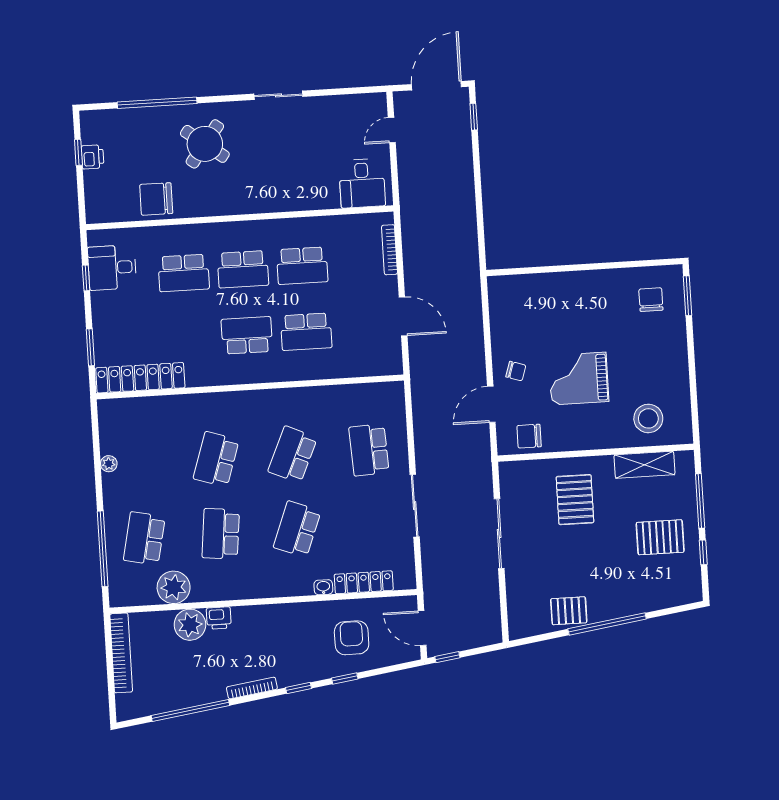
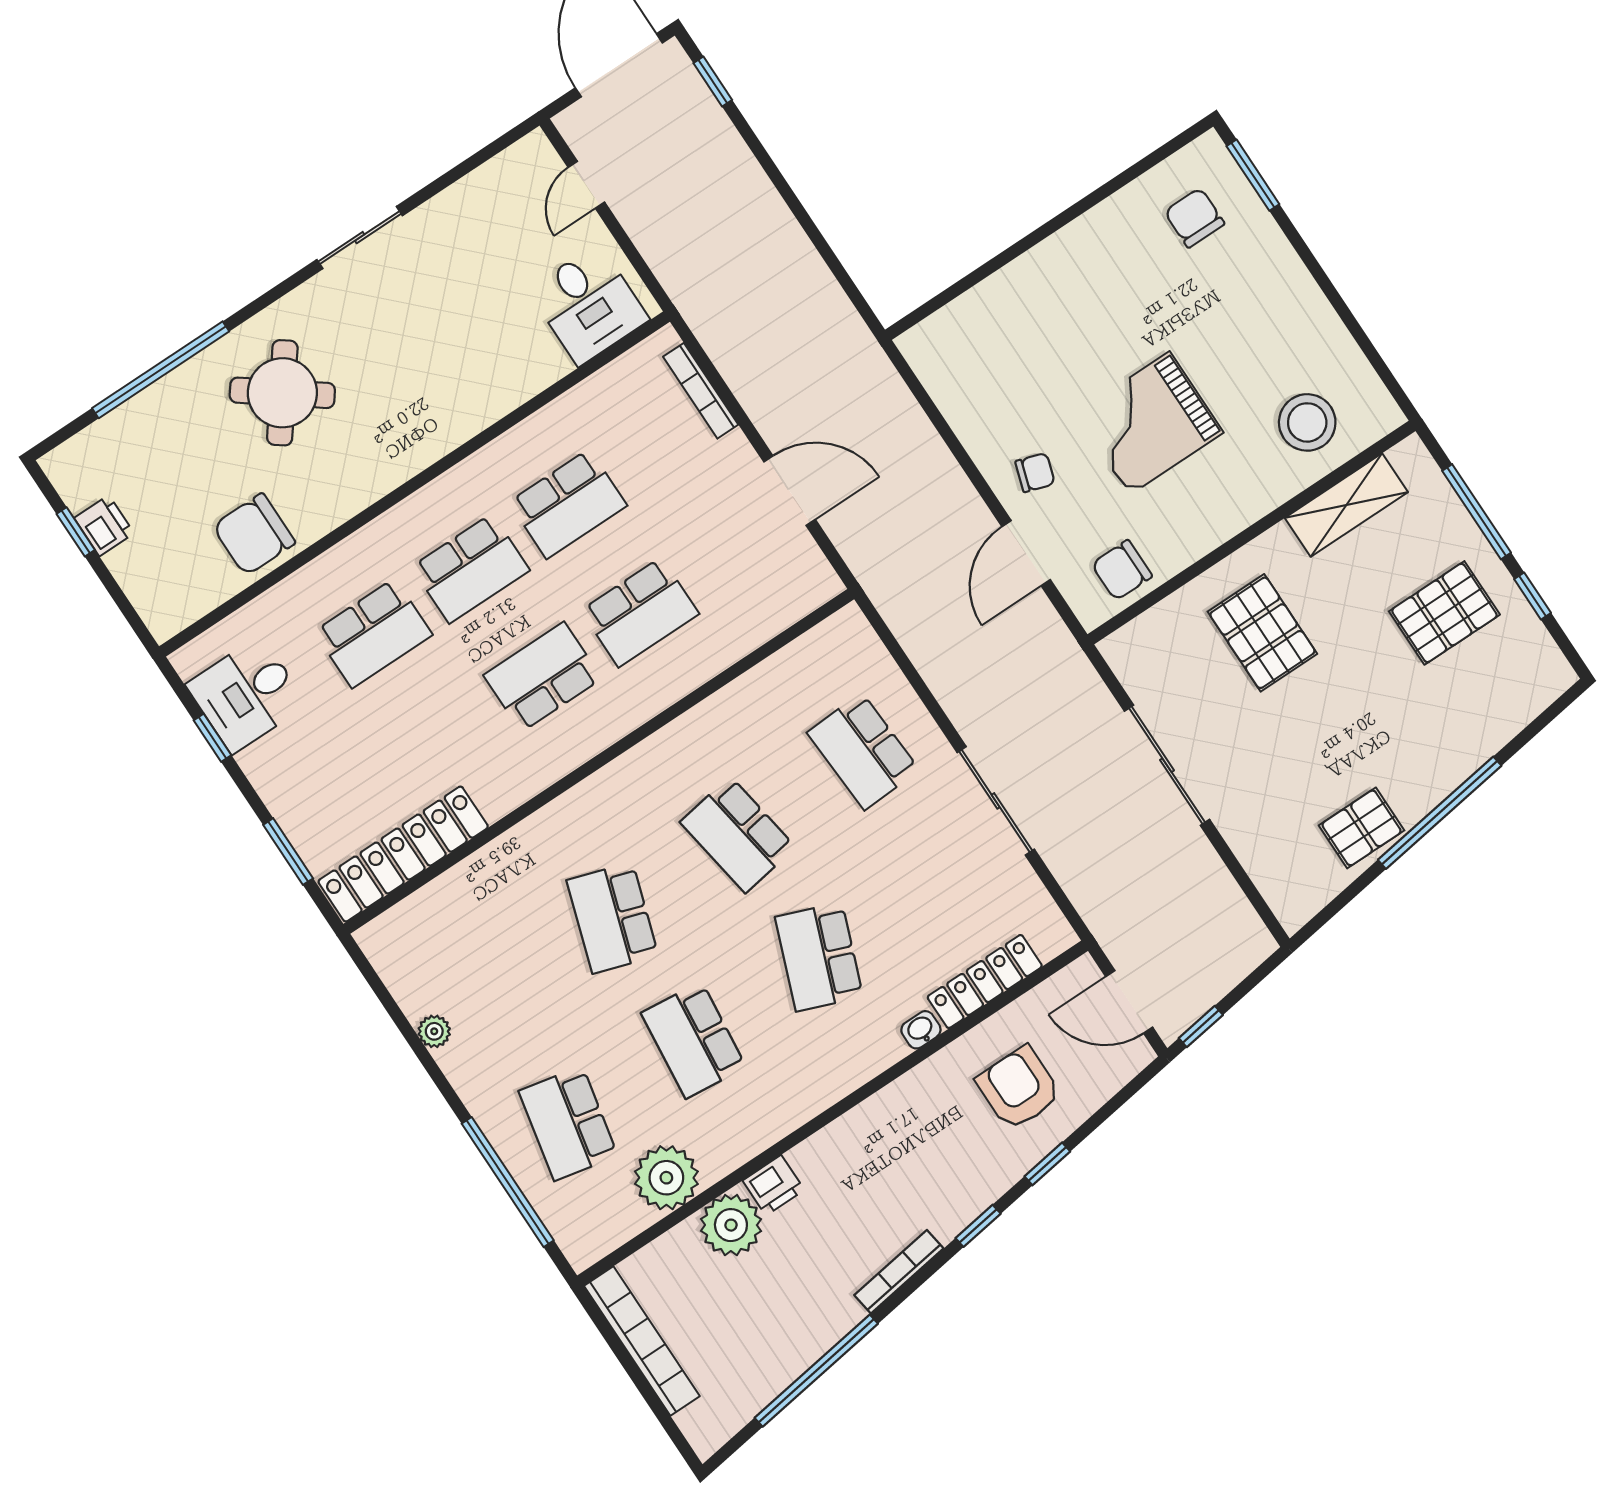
school desk: (293, 455) -> (738, 835), turned -33

